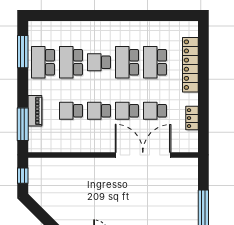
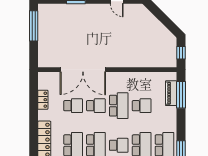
piano: (35, 111) -> (171, 93), moved
school desk: (99, 111) -> (119, 106), width x1.85

